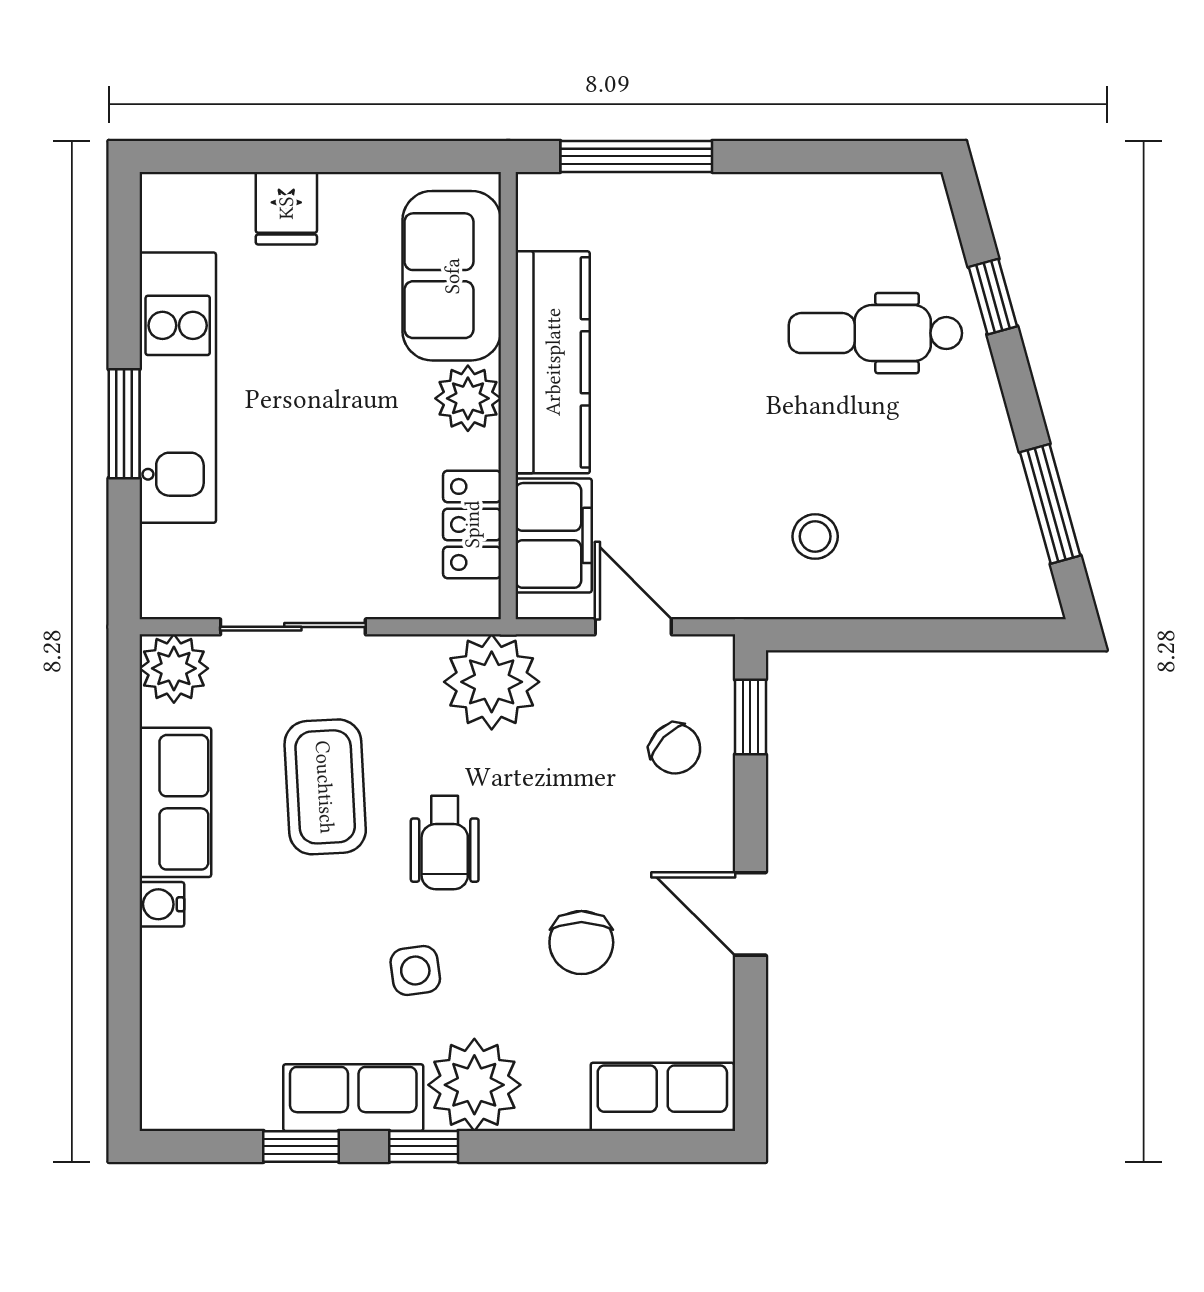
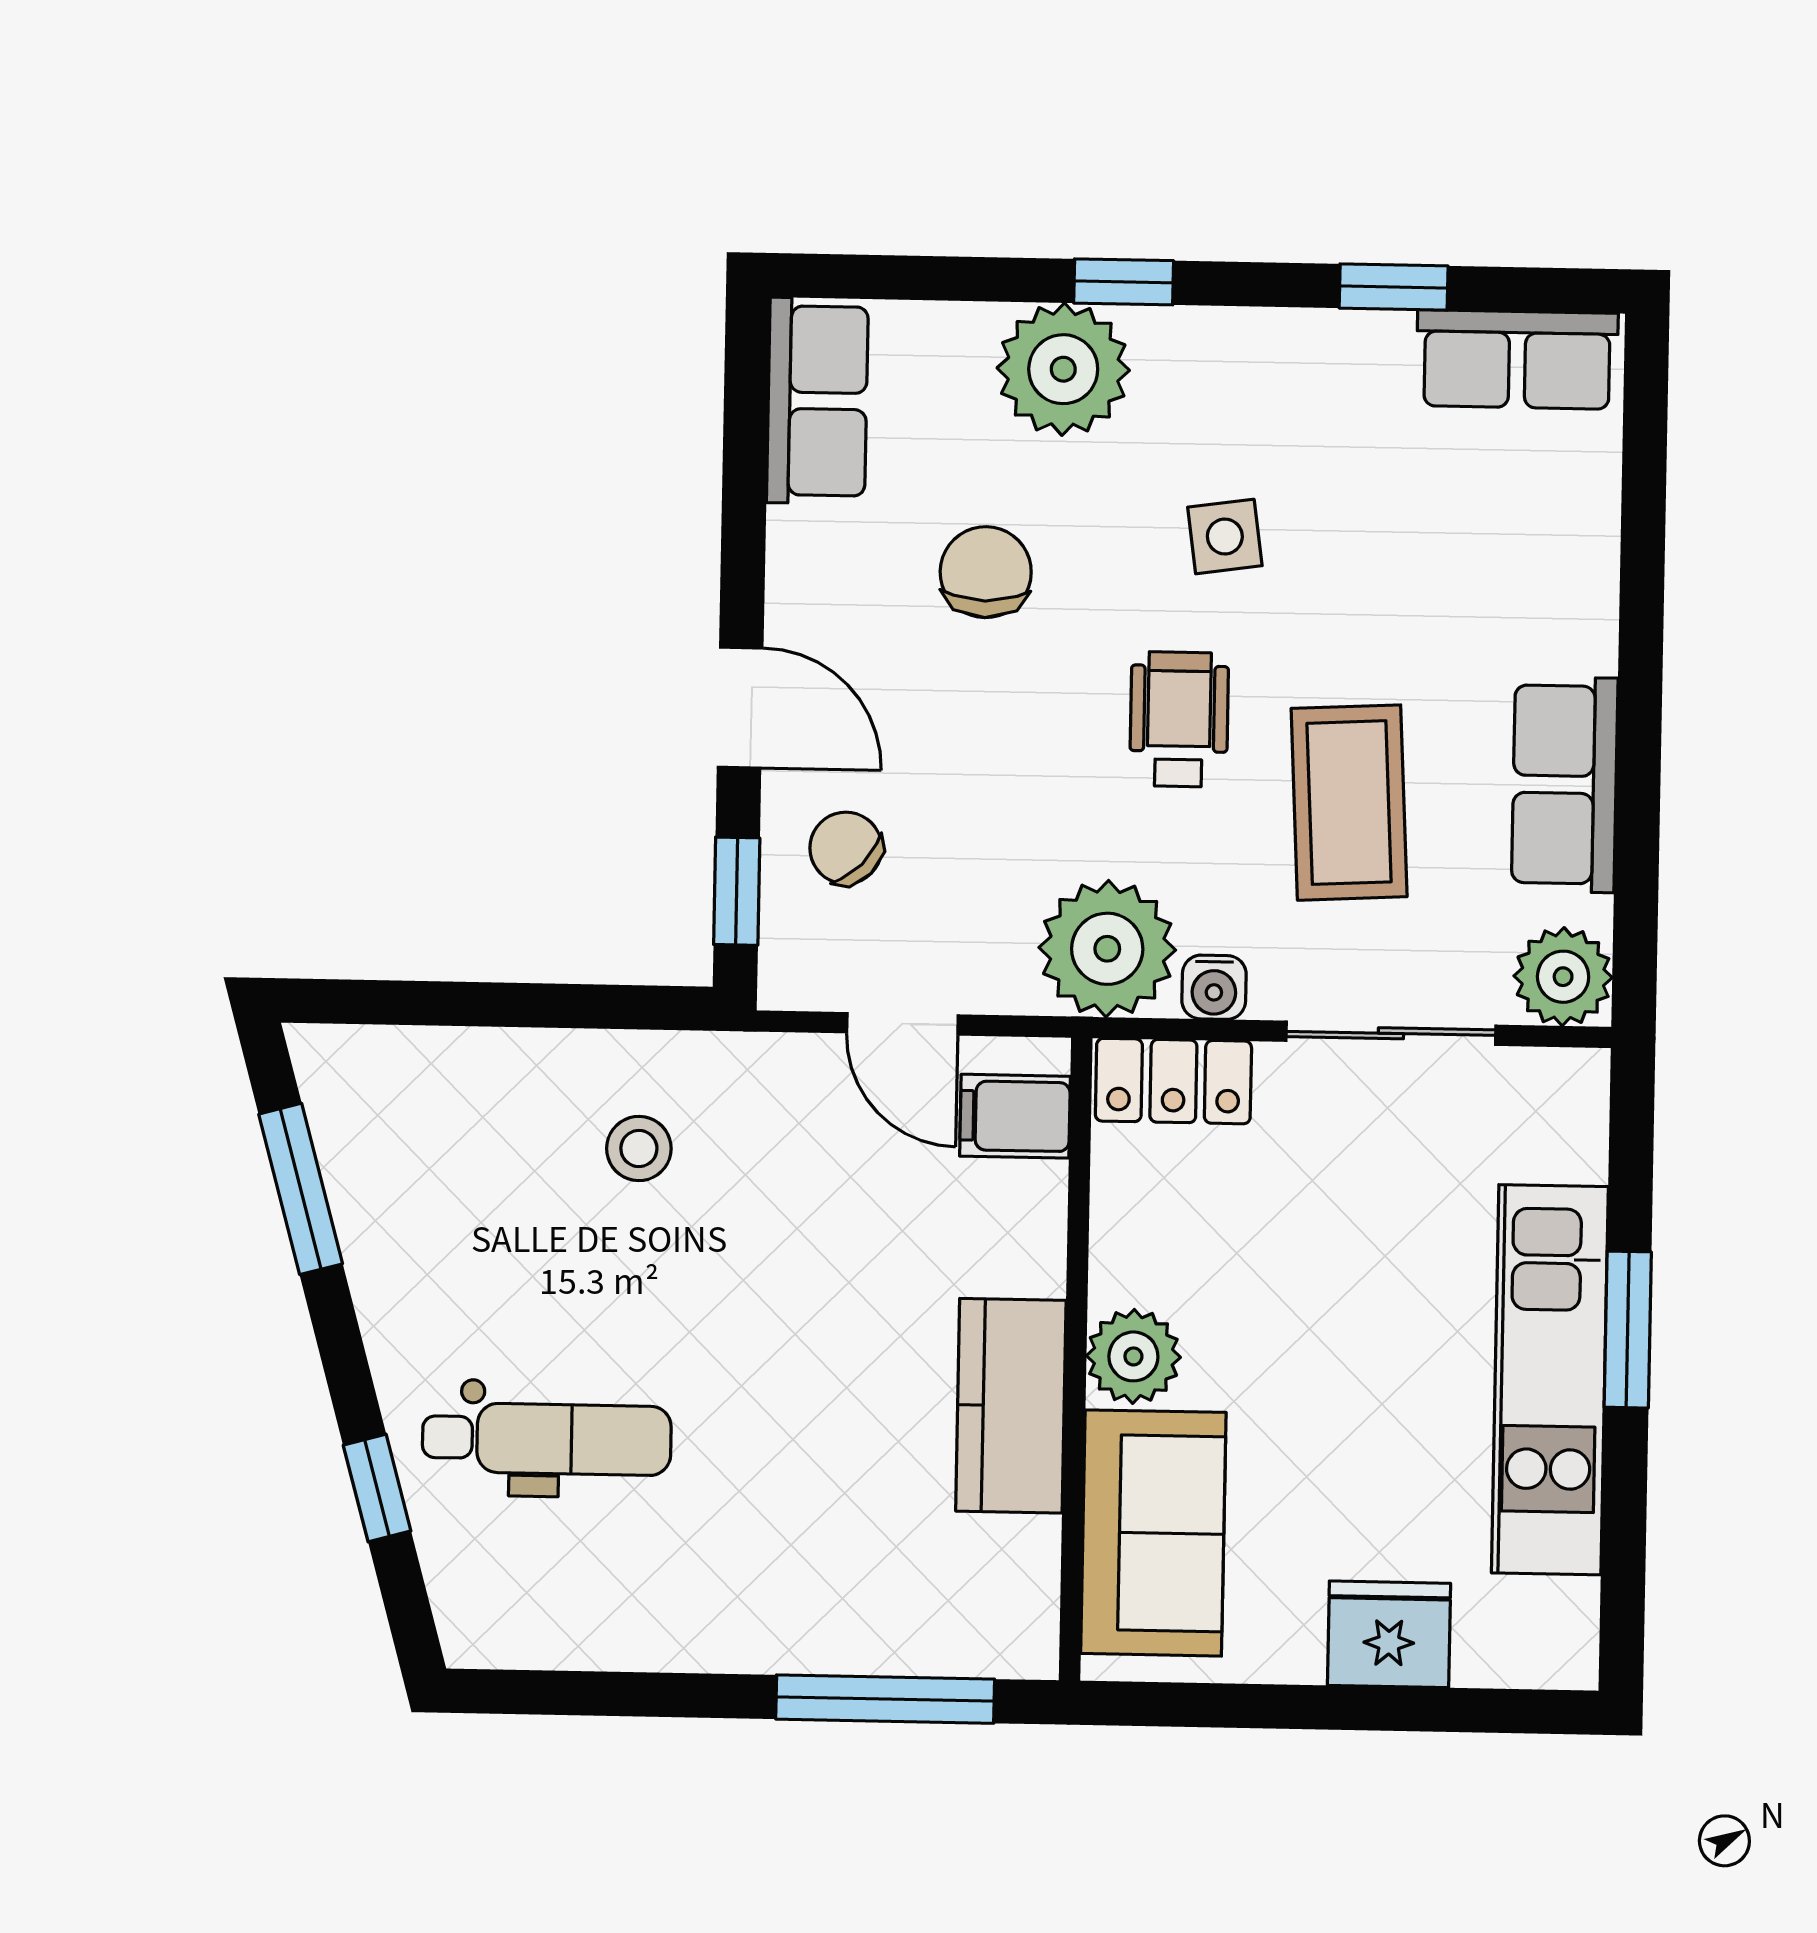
fridge: (286, 208) -> (1389, 1634), width x1.38
kitchen counter: (553, 362) -> (1011, 1406), width x0.67
locker: (472, 524) -> (1173, 1081), moved, turned 90
filing cabinet: (554, 535) -> (1015, 1116), width x0.50
water cooler: (162, 904) -> (1214, 987), moved, turned 90
door: (750, 914) -> (740, 708), moved
plant: (474, 1085) -> (1063, 369), moved
row of seats: (662, 1097) -> (817, 401), moved, turned -90
row of seats: (353, 1098) -> (1517, 360), moved
window: (424, 1146) -> (1124, 282), moved

